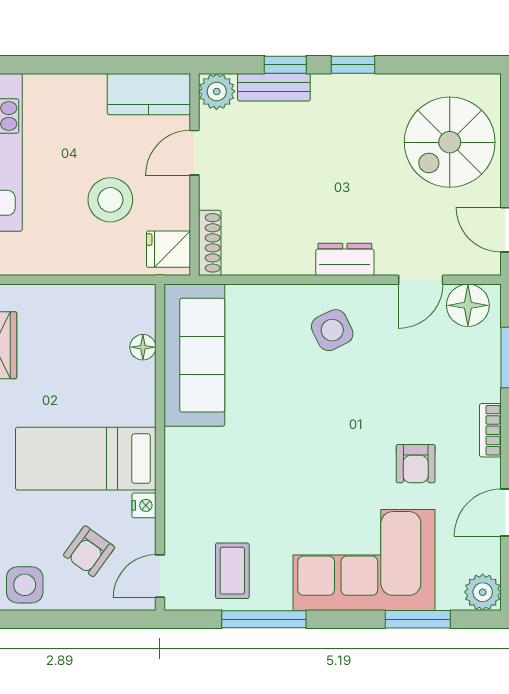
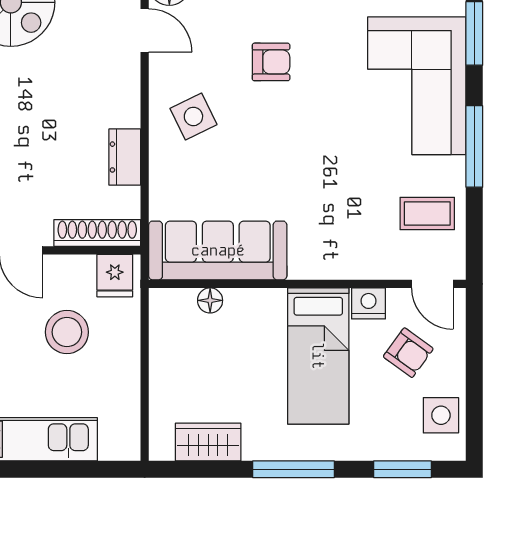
shoe rack: (210, 243) -> (97, 233), width x1.36, depth x1.24
dresser: (345, 259) -> (125, 157), moved
armchair: (416, 464) -> (271, 62), moved
nightstand: (144, 505) -> (368, 303), width x1.39, depth x1.35
window: (264, 619) -> (474, 146), moved

